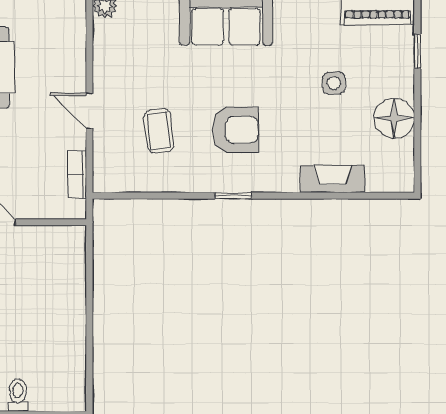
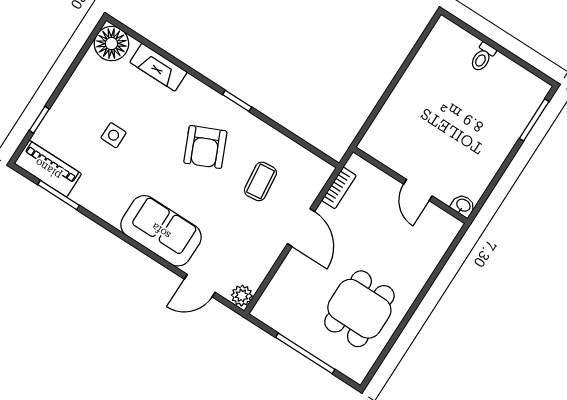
door: (89, 111) -> (301, 228), width x1.38
floor lamp: (394, 118) -> (111, 44), moved
armchair: (235, 130) -> (205, 147), turned -114

